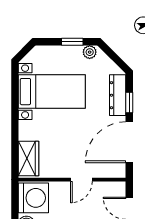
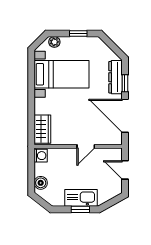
plant: (90, 52) -> (54, 42), moved
door: (129, 142) -> (125, 116), hinge flipped
washing machine: (33, 198) -> (41, 156), width x0.53, depth x0.53

